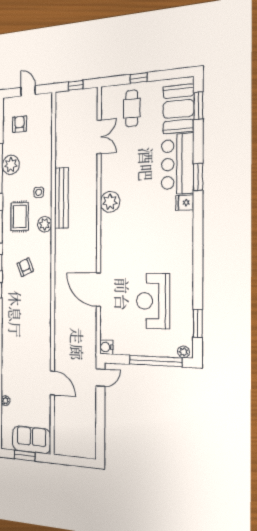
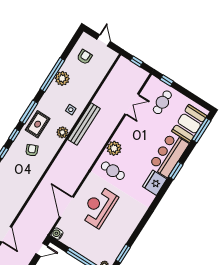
window: (139, 78) -> (167, 80), moved
window: (198, 106) -> (201, 130), width x1.44
fridge: (185, 203) -> (155, 183), width x1.88, depth x1.34
rug: (20, 217) -> (38, 124), moved
cafe table: (124, 229) -> (113, 171), added
door: (98, 290) -> (66, 207), moved
reception desk: (153, 301) -> (99, 207), moved

